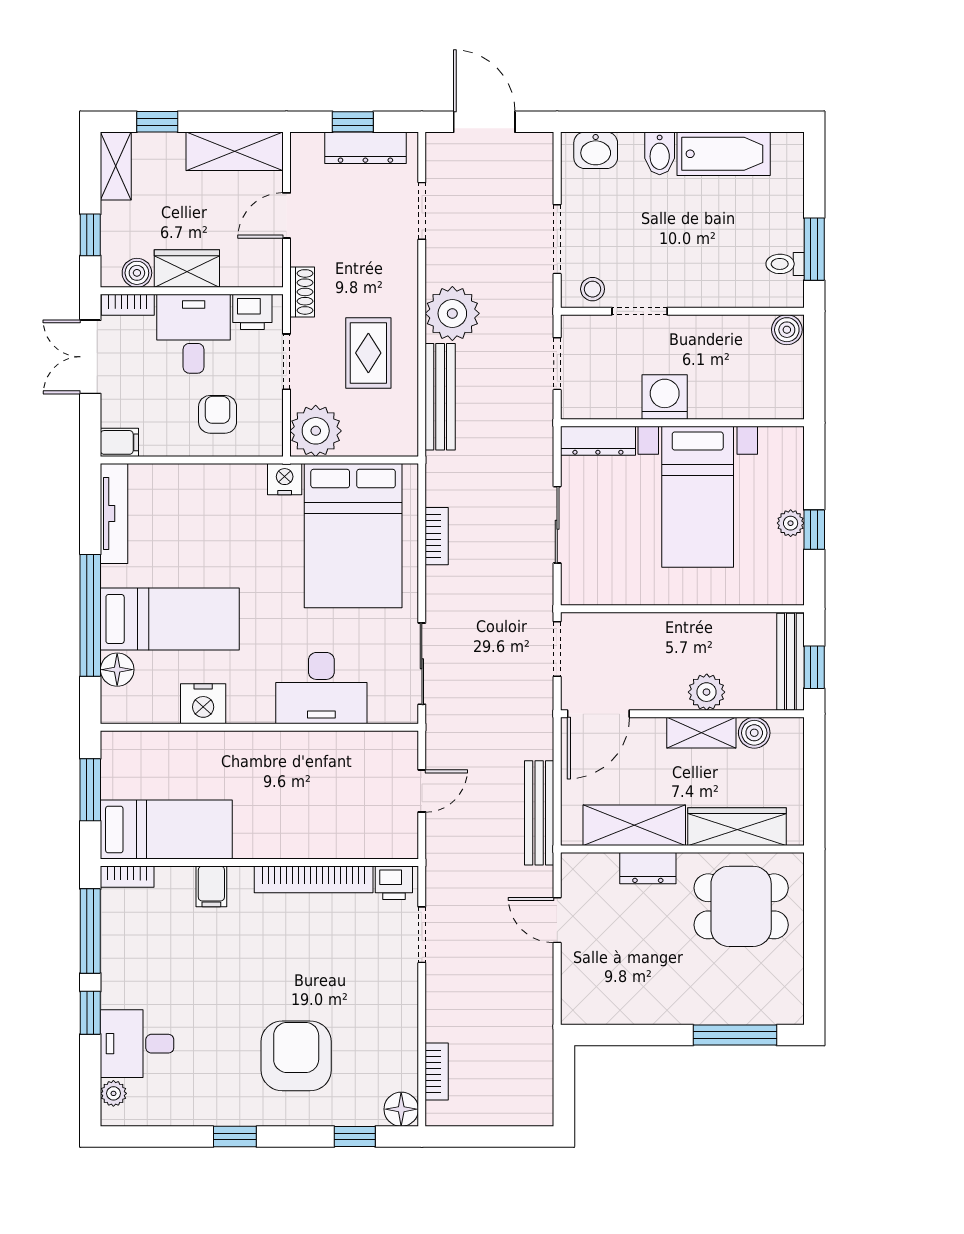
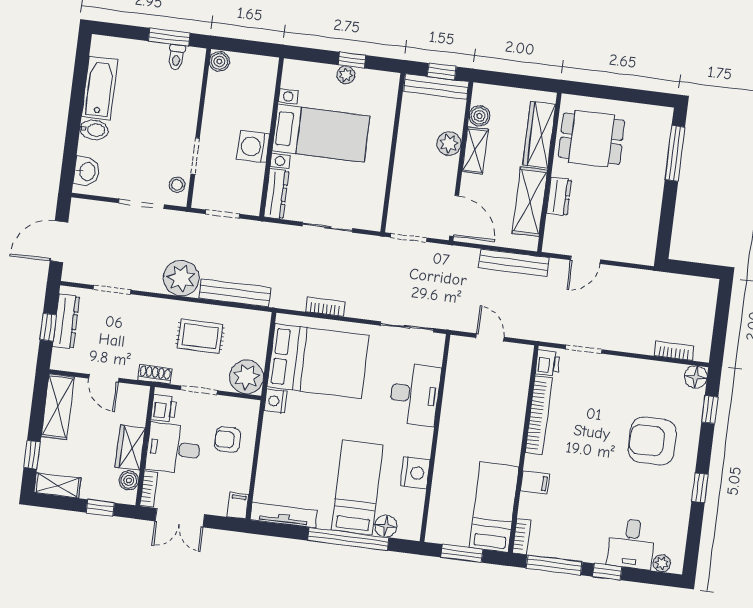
dining table: (741, 906) -> (592, 139), turned 90

